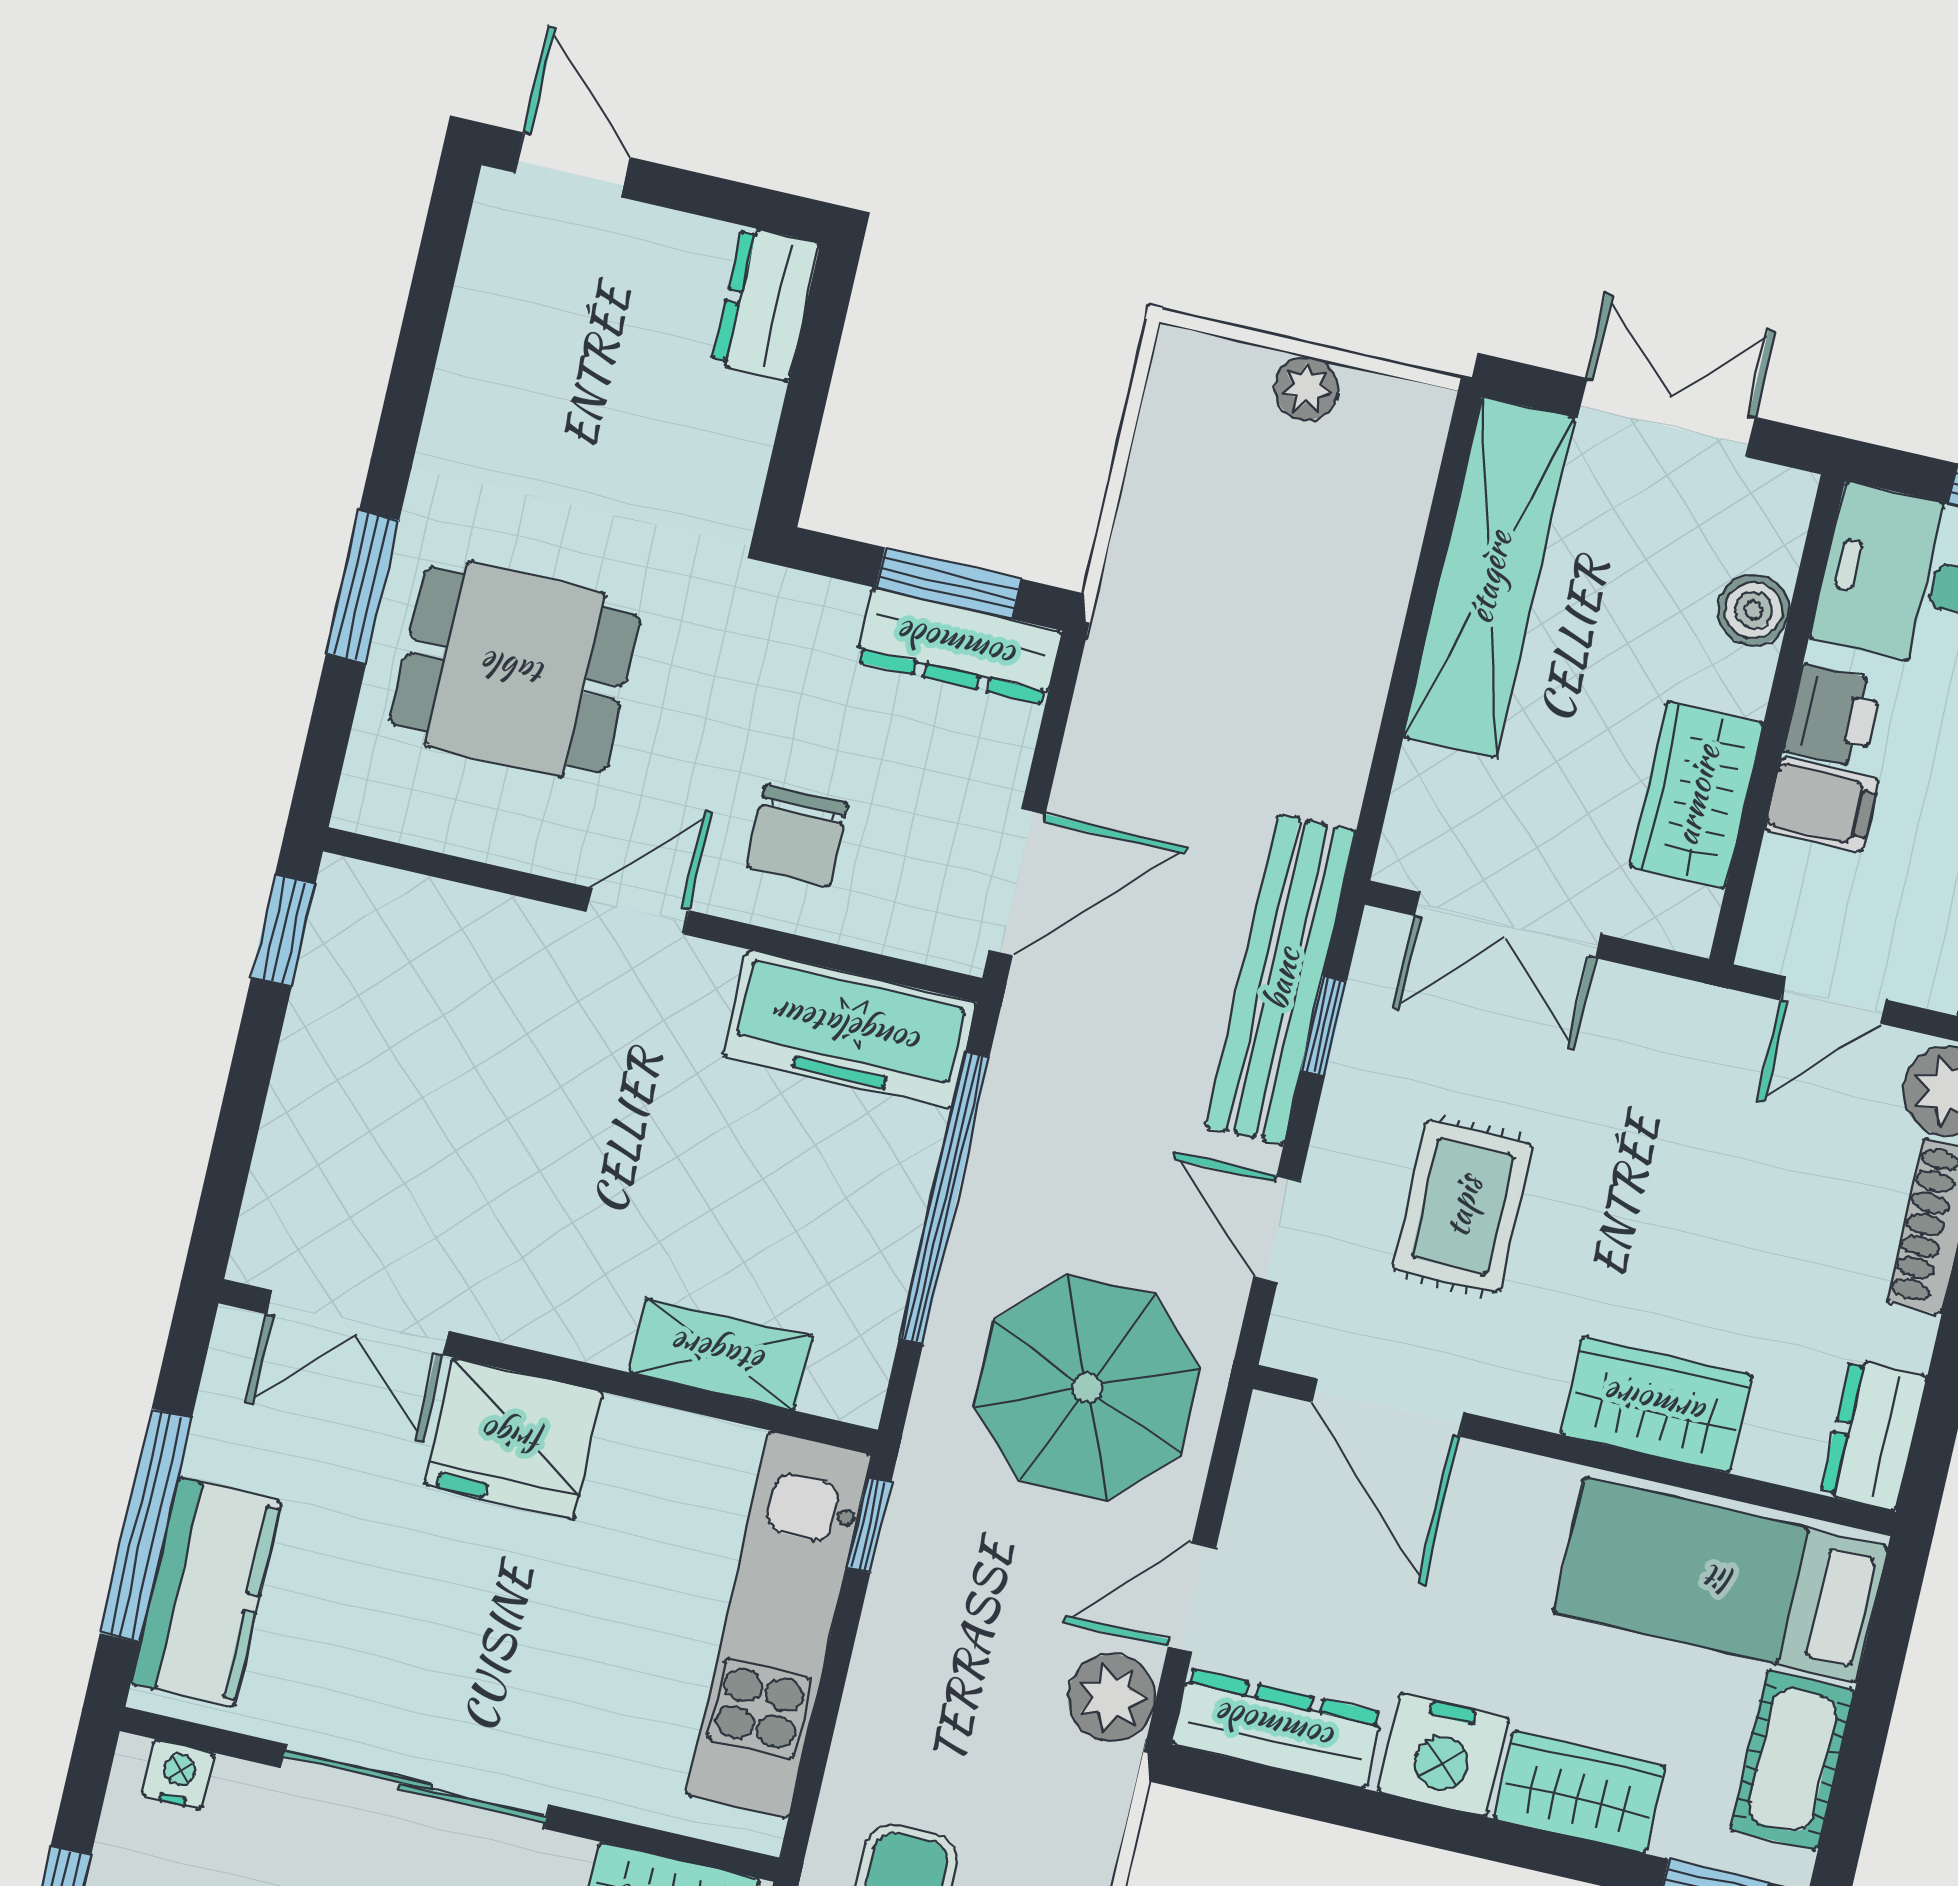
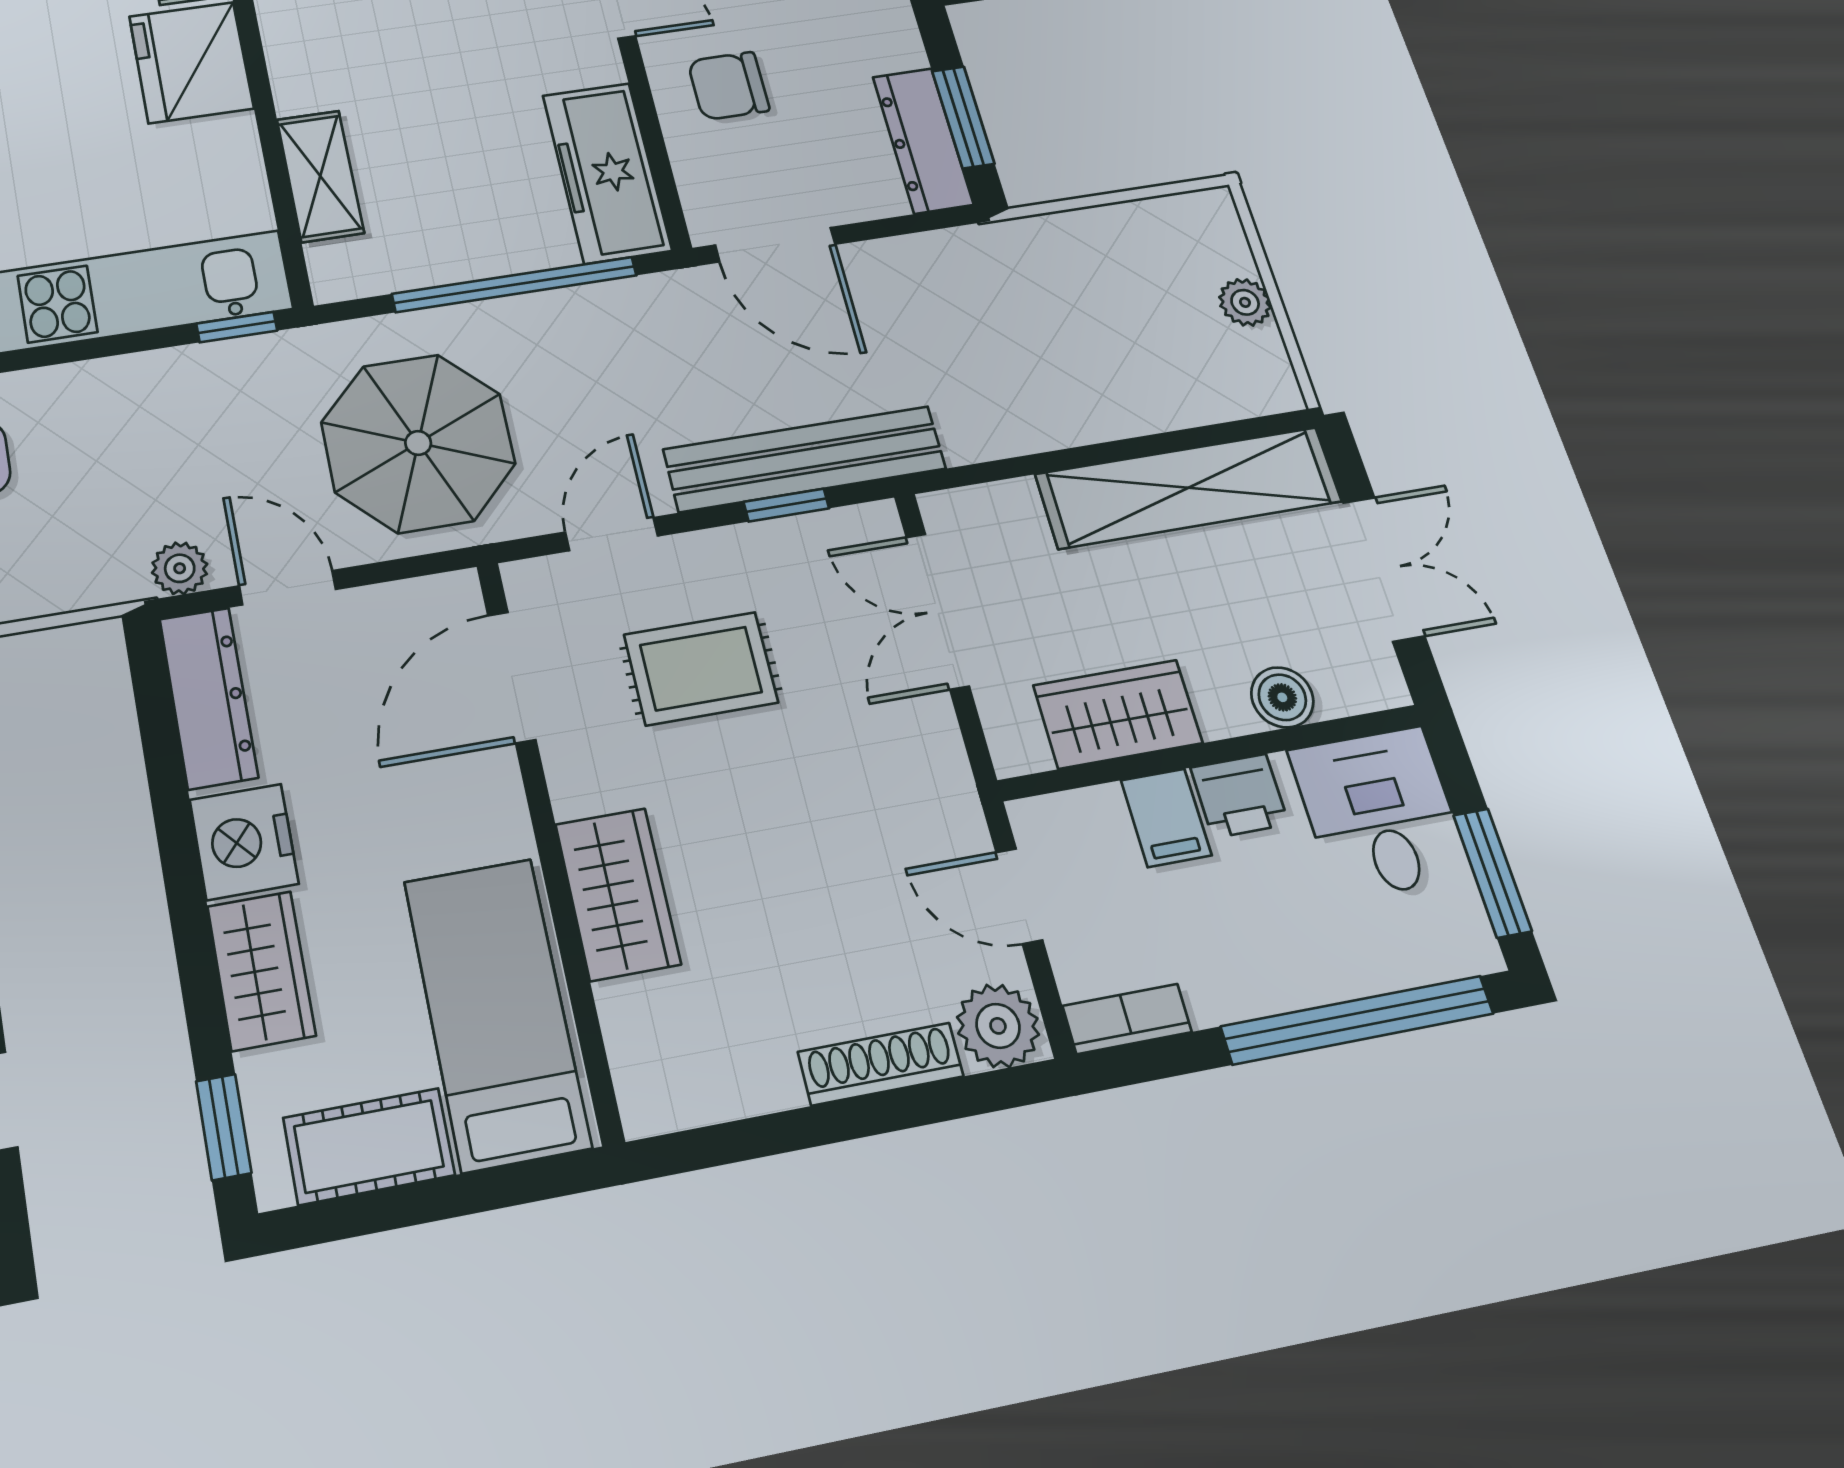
dresser: (1873, 1435) -> (681, 1092), removed
plant: (1111, 1698) -> (180, 568), width x0.73, depth x0.73

